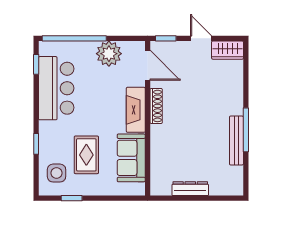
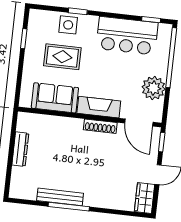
door: (148, 65) -> (139, 123), hinge flipped
side table: (57, 173) -> (68, 25), moved

